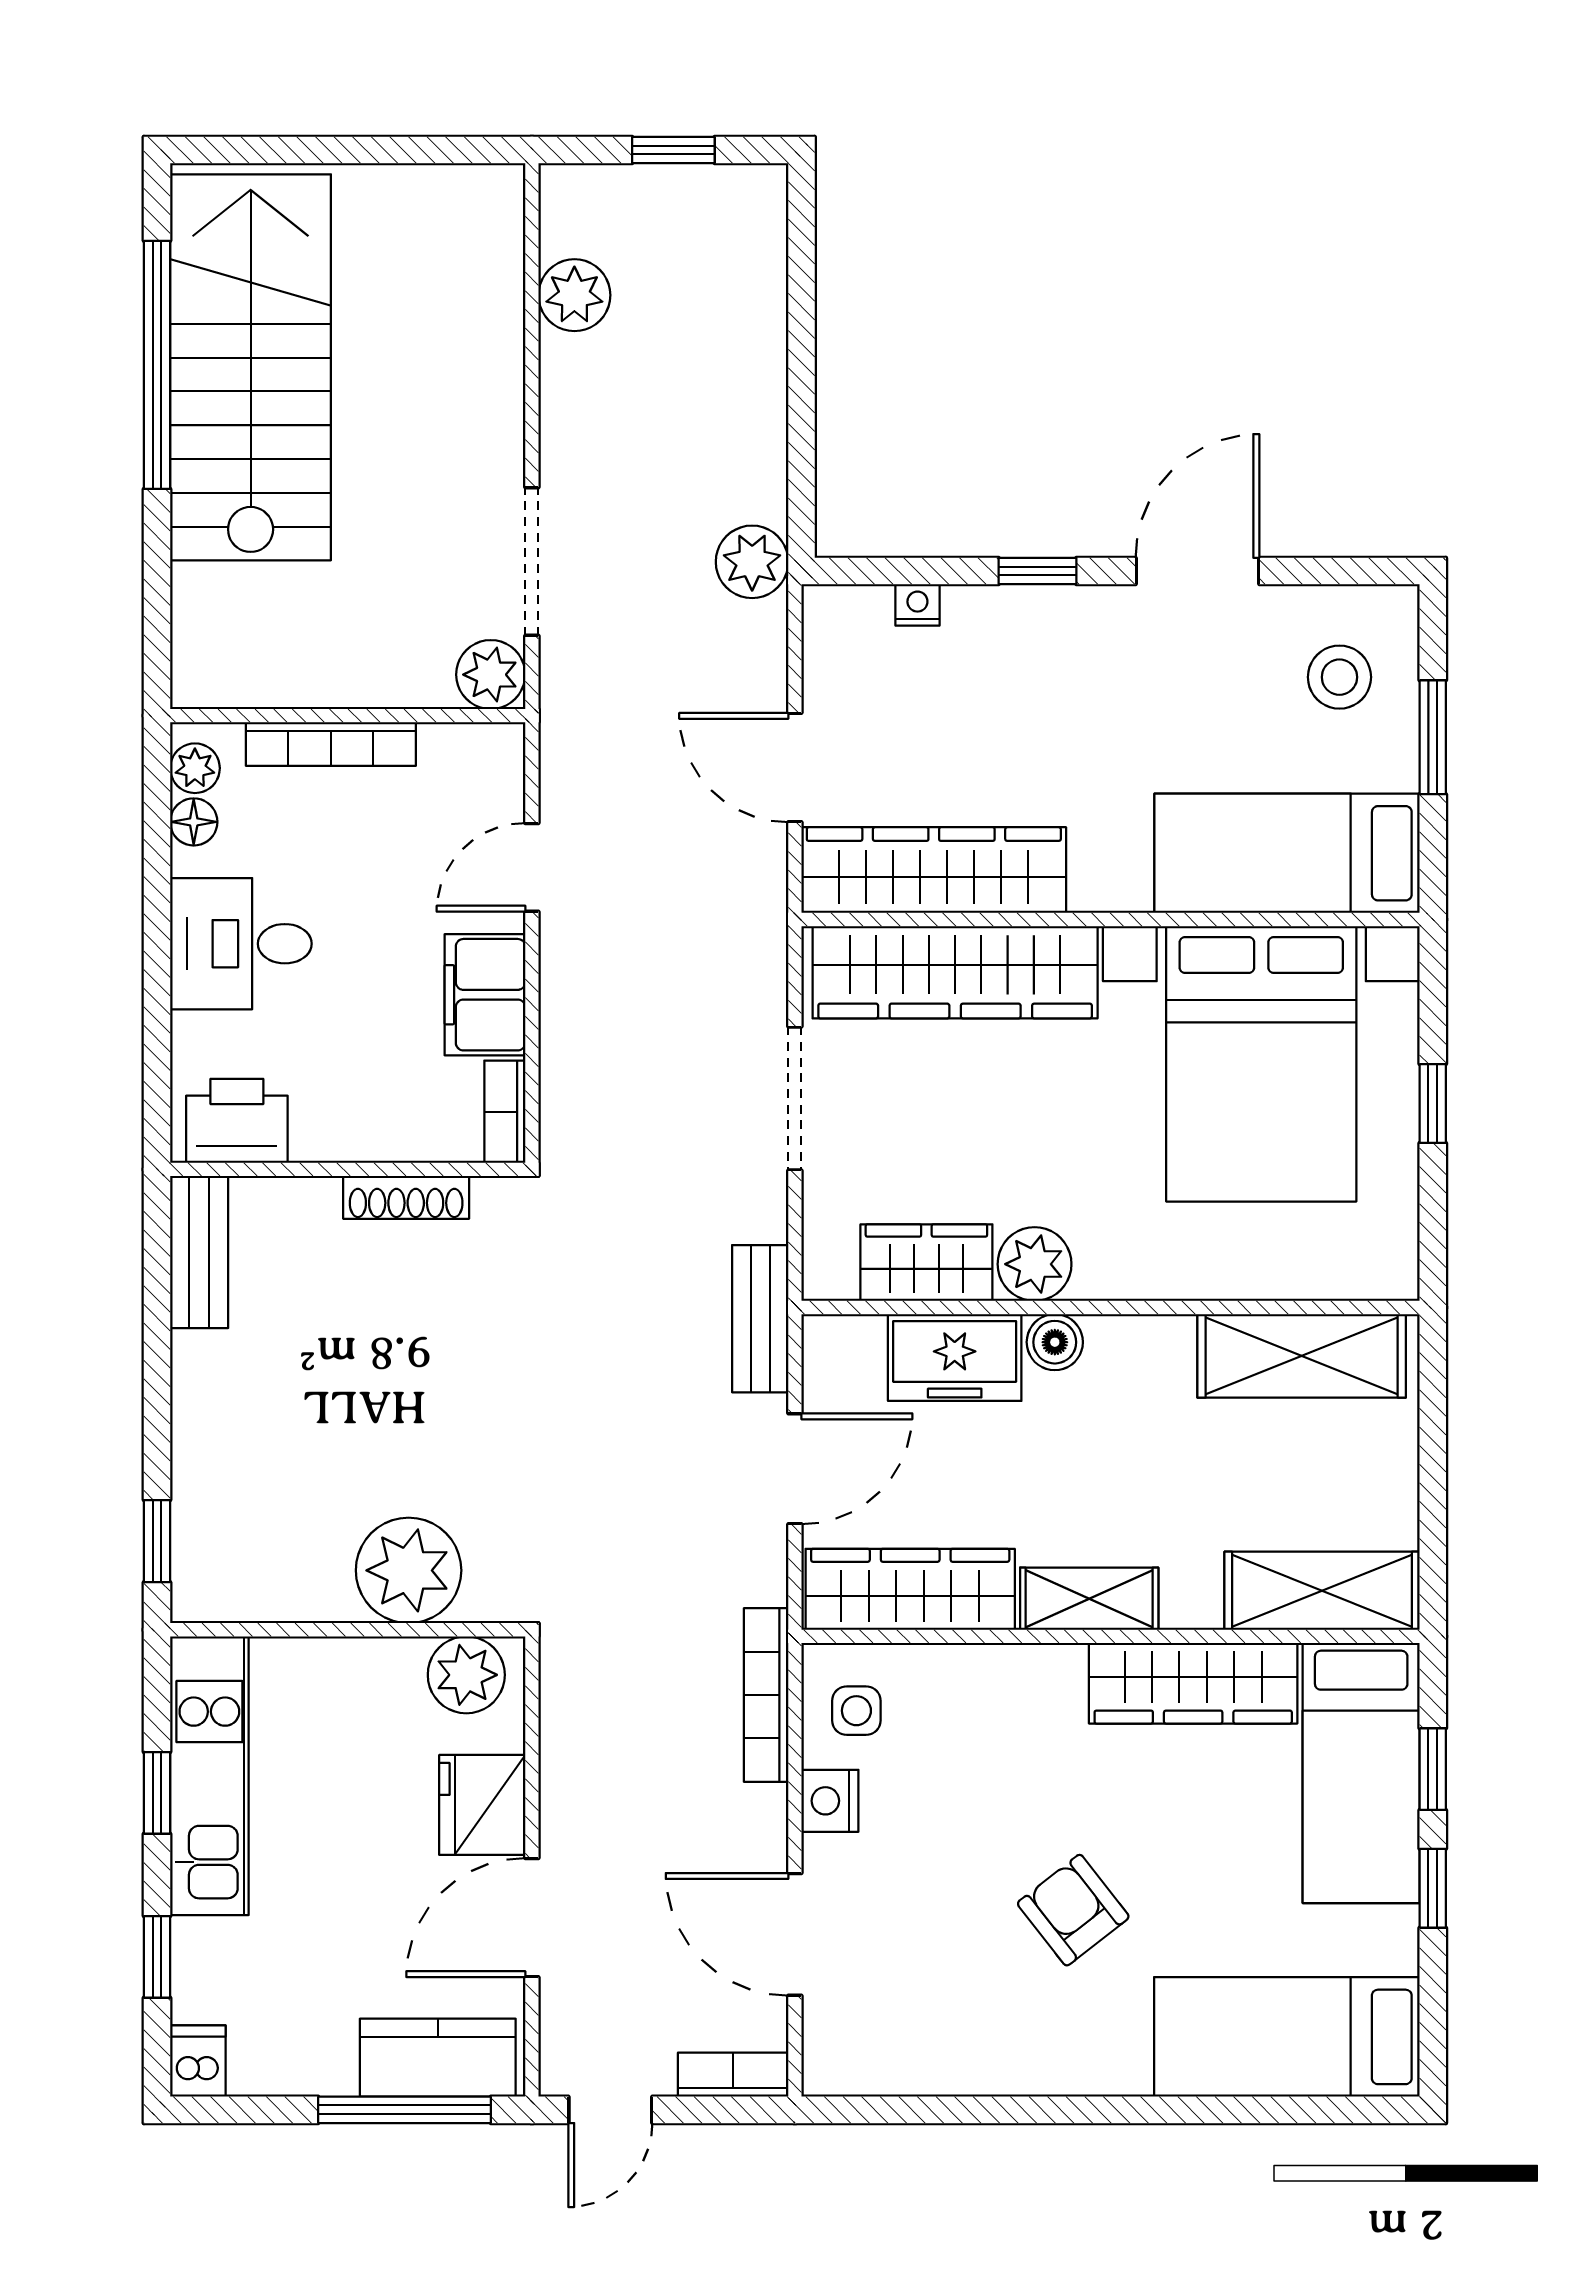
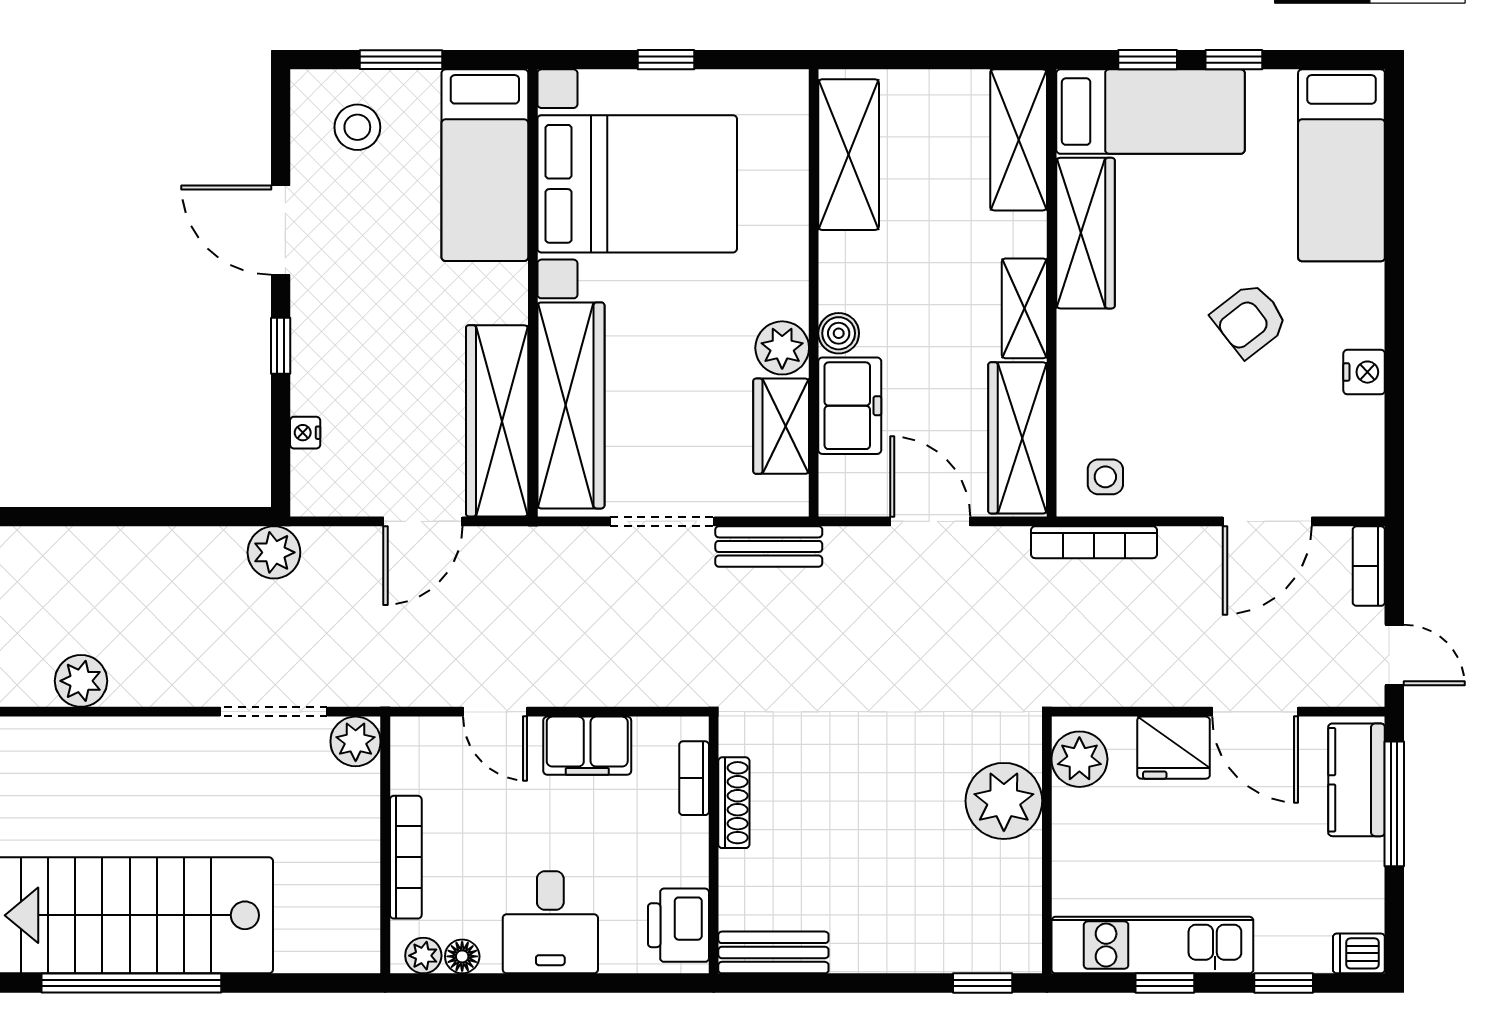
bookcase: (505, 1112) -> (694, 778), moved, turned 90
bench: (760, 1319) -> (769, 546), moved
nightstand: (830, 1801) -> (1364, 372), moved, turned -90

